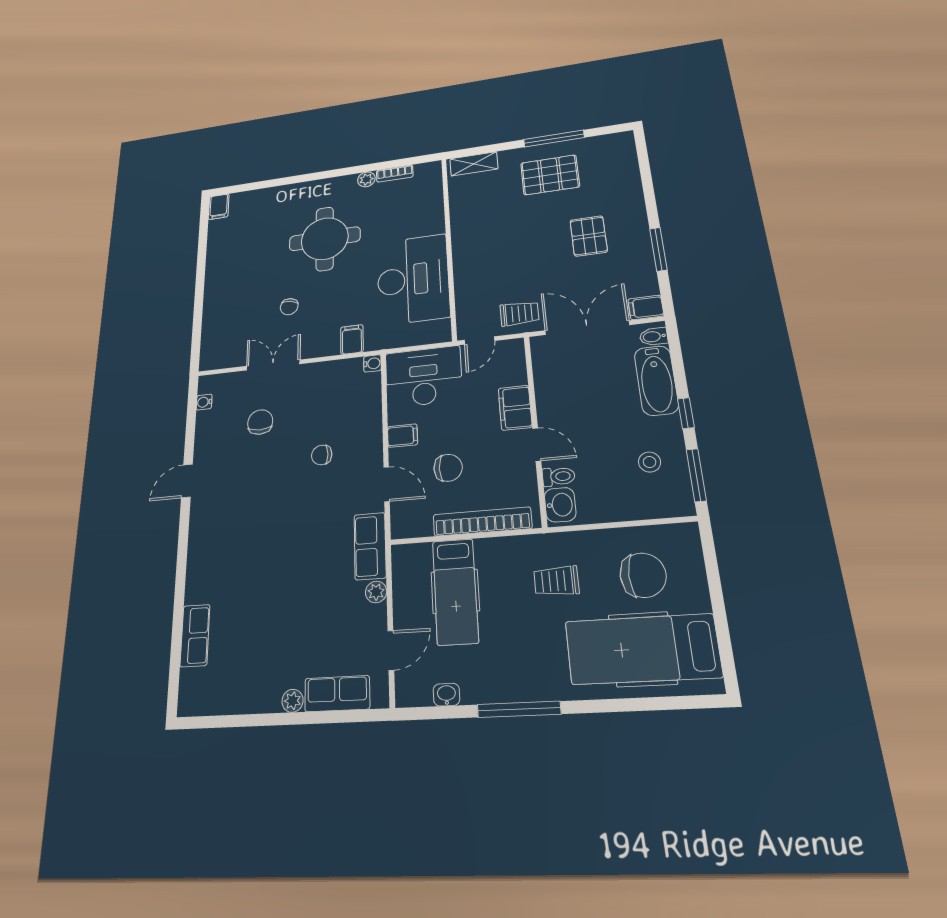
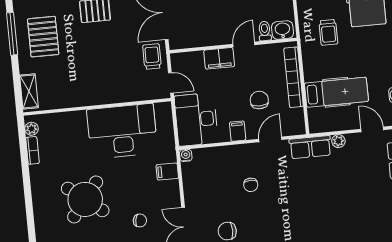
plant: (366, 179) -> (32, 129), moved
round table: (325, 239) -> (85, 199), turned 38

